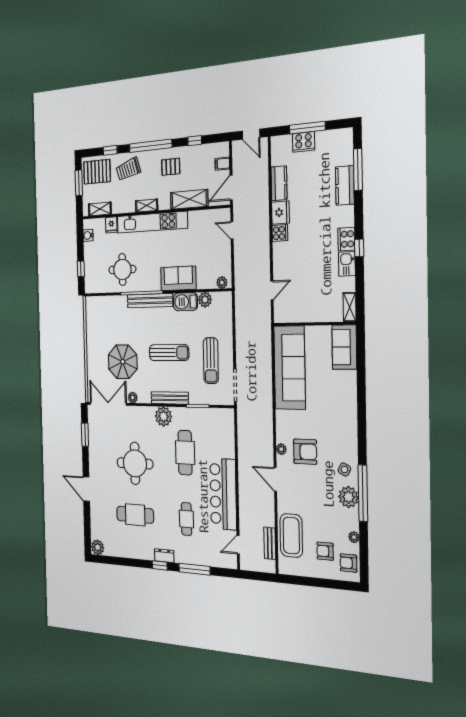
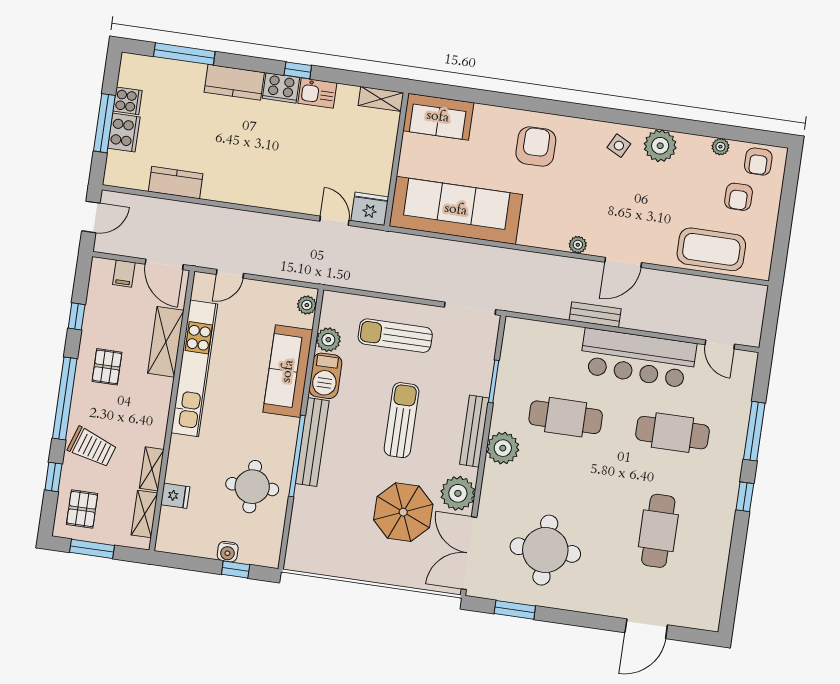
trolley: (128, 169) -> (92, 447), turned -55
pallet: (97, 172) -> (82, 509), width x0.67, depth x0.71
kitchen counter: (345, 185) -> (234, 82), moved
shelving: (147, 206) -> (152, 469), moved
fridge: (280, 213) -> (370, 209), moved
kitchen unit: (152, 222) -> (194, 368), moved
cooker: (280, 233) -> (128, 101), moved, turned 90
water cooler: (88, 235) -> (228, 552), moved
sofa: (178, 278) -> (288, 371), width x1.36
sun lounger: (211, 361) -> (395, 336), moved, turned 180
plant: (133, 398) -> (458, 493), width x1.88, depth x1.88
armchair: (305, 452) -> (536, 147), moved
round table: (135, 463) -> (545, 550), moved
door: (86, 489) -> (646, 629), moved
window: (363, 493) -> (656, 122), removed
cafe table: (186, 519) -> (672, 433), width x1.37, depth x1.35
bench: (270, 543) -> (595, 315), moved
plant: (98, 547) -> (708, 617), removed
dresser: (164, 556) -> (729, 485), removed

